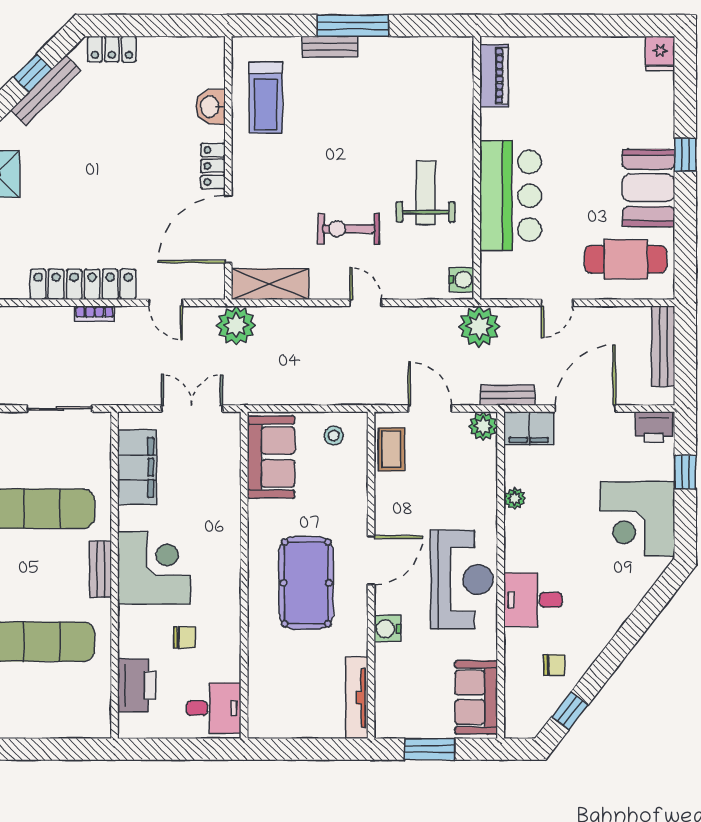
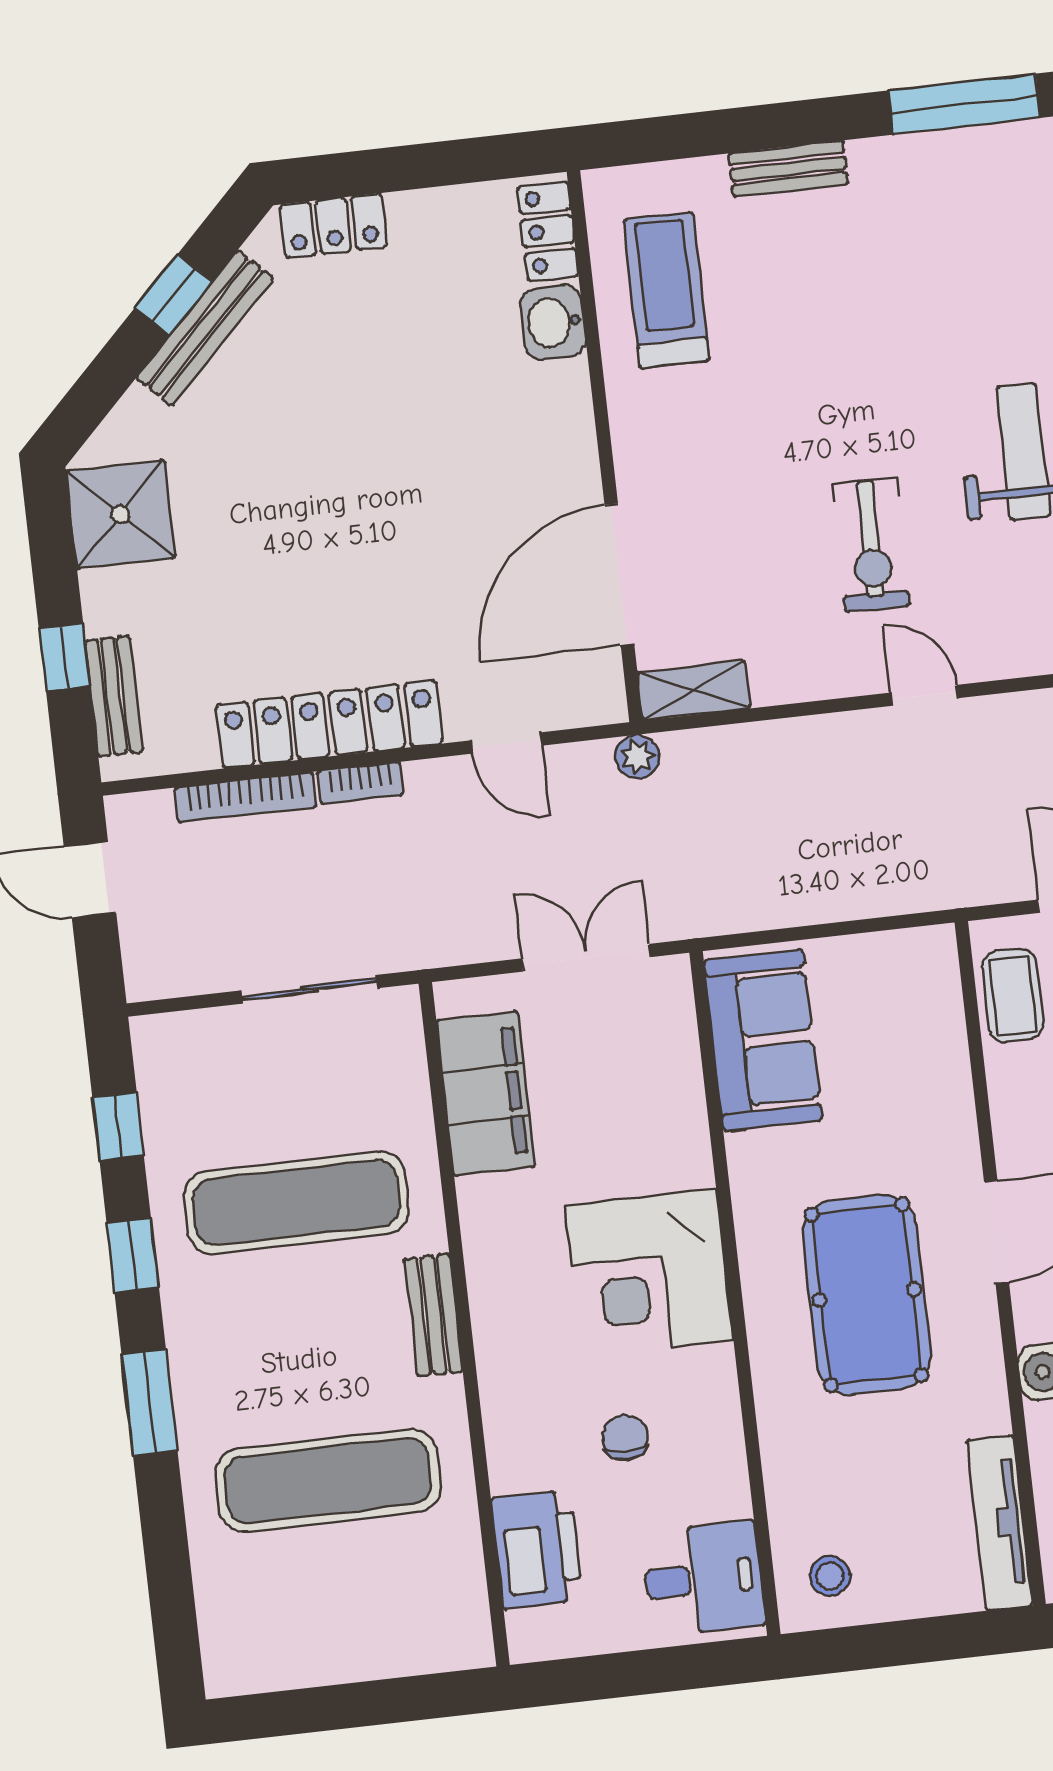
window: (353, 26) -> (964, 104), moved
treadmill: (266, 97) -> (666, 290), turned 180
locker: (213, 166) -> (548, 231), moved
exercise bike: (349, 229) -> (871, 545), turned -89
shelving: (270, 284) -> (694, 690), width x0.67, depth x0.75
bookcase: (40, 314) -> (246, 797), added
plant: (236, 325) -> (637, 757), width x0.53, depth x0.53
stool: (334, 436) -> (830, 1576), moved
corner desk: (154, 568) -> (649, 1273), moved, turned 180
chair: (185, 637) -> (625, 1438), turned -90

